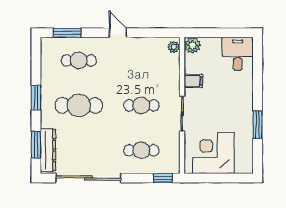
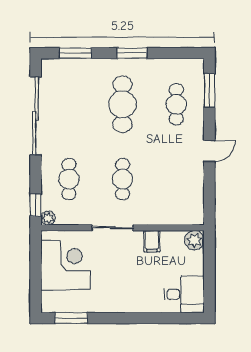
plant: (174, 47) -> (48, 218), moved
window: (258, 125) -> (71, 318), moved
dresser: (48, 150) -> (69, 67), removed

